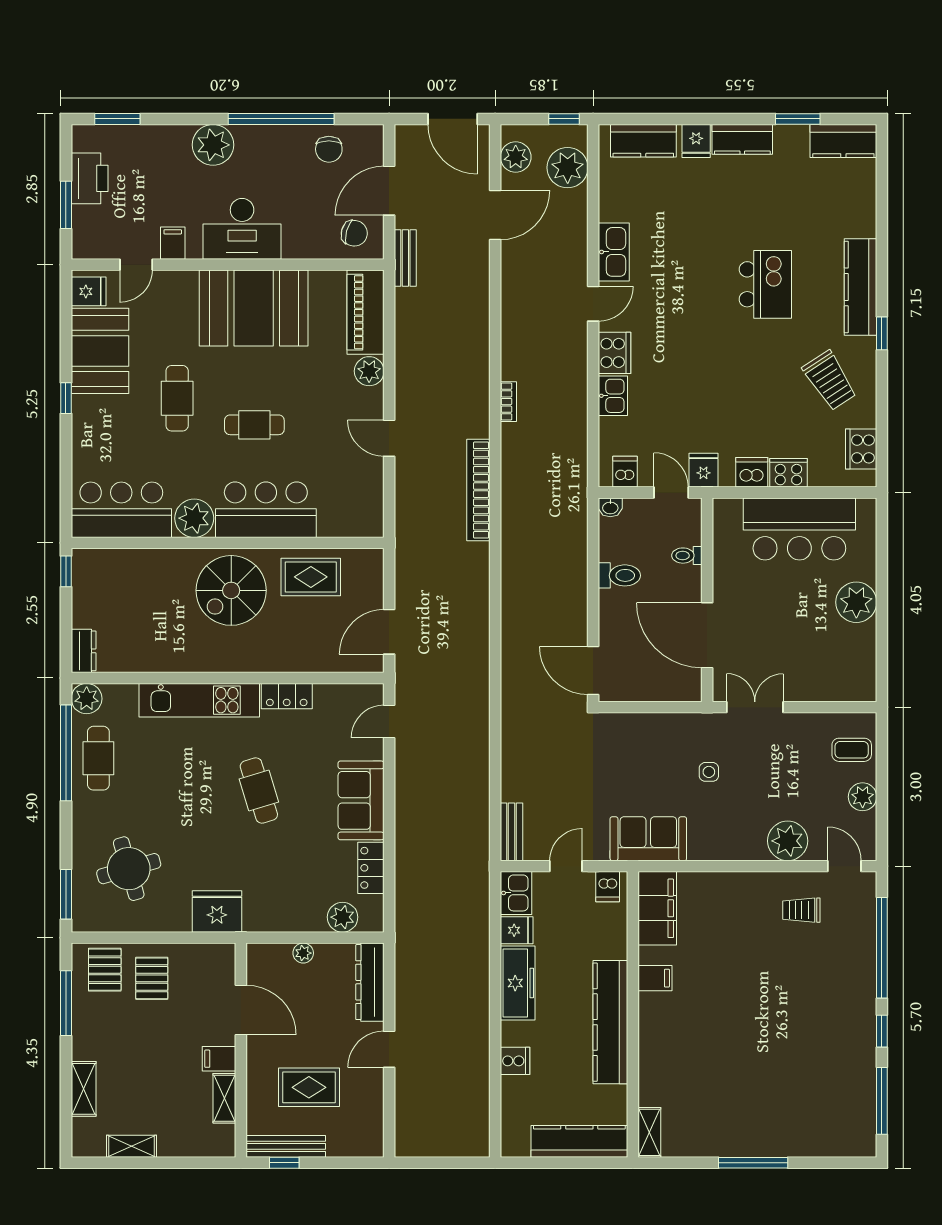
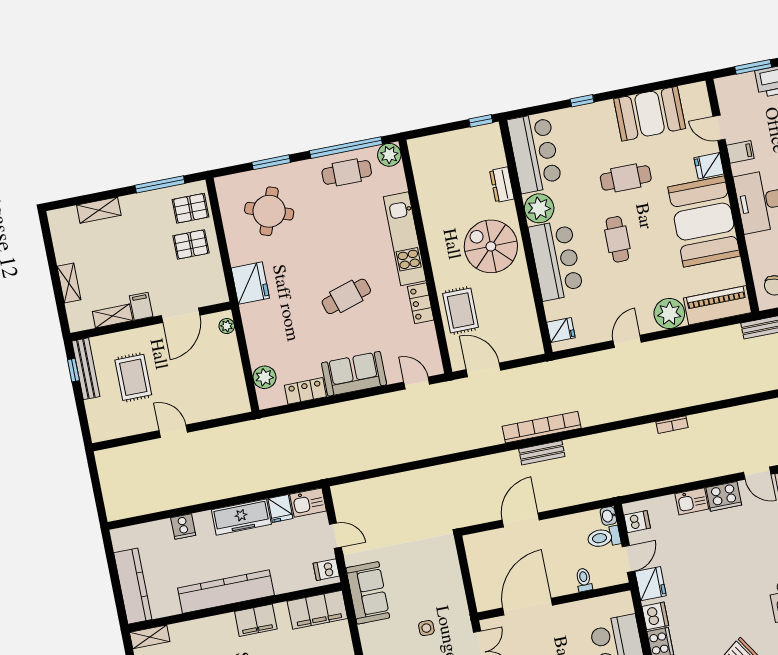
fridge: (89, 291) -> (709, 166), moved, turned 90
plant: (369, 371) -> (669, 313), width x1.36, depth x1.36
window: (66, 398) -> (582, 101), moved
fridge: (703, 470) -> (651, 584), width x1.38
bookcase: (478, 490) -> (542, 427), moved
fridge: (357, 521) -> (561, 330), added
toilet: (619, 575) -> (604, 537), moved, turned 90
rug: (311, 577) -> (461, 310), moved
dresser: (84, 651) -> (502, 185), moved, turned 90
door: (593, 671) -> (521, 520), moved
bench: (511, 832) -> (542, 453), moved
round table: (129, 869) -> (269, 211), turned 36
window: (66, 894) -> (271, 162), moved
plant: (303, 953) -> (227, 326), moved
filing cabinet: (655, 978) -> (256, 620), width x2.00
dresser: (370, 982) -> (220, 407), removed
shelving: (132, 1146) -> (69, 283), moved

